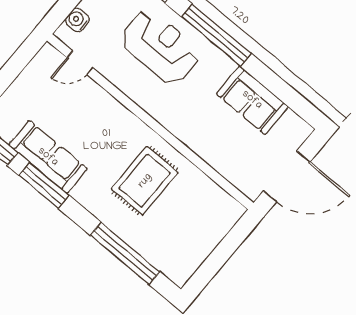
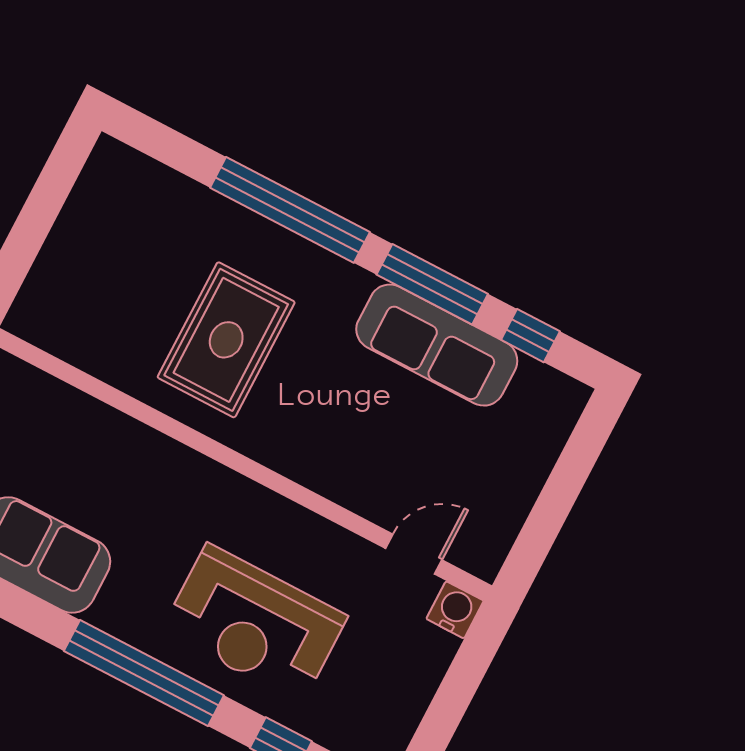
water cooler: (77, 20) -> (455, 610), moved, turned -90
window: (125, 253) -> (290, 210), moved

